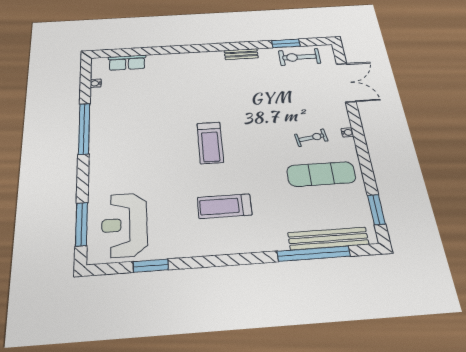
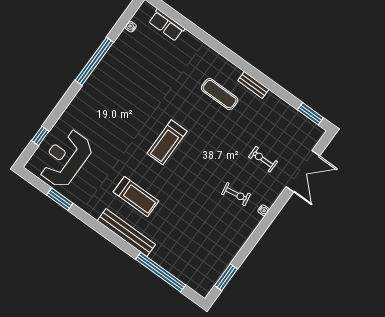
window: (286, 43) -> (310, 114), moved
exercise bike: (299, 57) -> (263, 159), moved, width x0.73, depth x0.72
exercise mat: (321, 174) -> (220, 94), moved, width x0.73, depth x0.69
treadmill: (225, 206) -> (136, 197), turned 180
window: (81, 224) -> (40, 136), width x0.46
bench: (328, 238) -> (126, 233), moved

